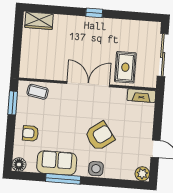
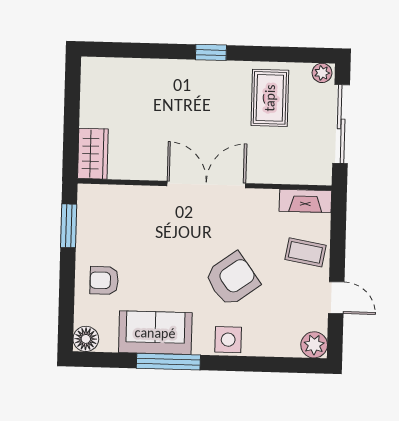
wardrobe: (39, 21) -> (93, 154), moved, turned -90
plant: (154, 27) -> (322, 73), added
rug: (125, 67) -> (270, 98), moved
coffee table: (38, 92) -> (305, 252), moved

